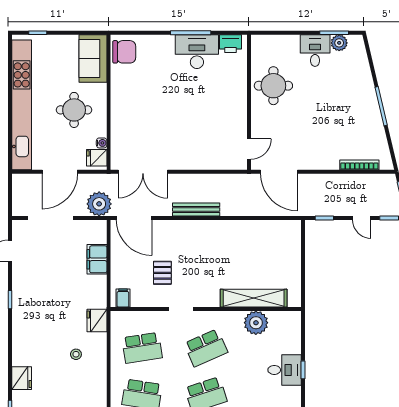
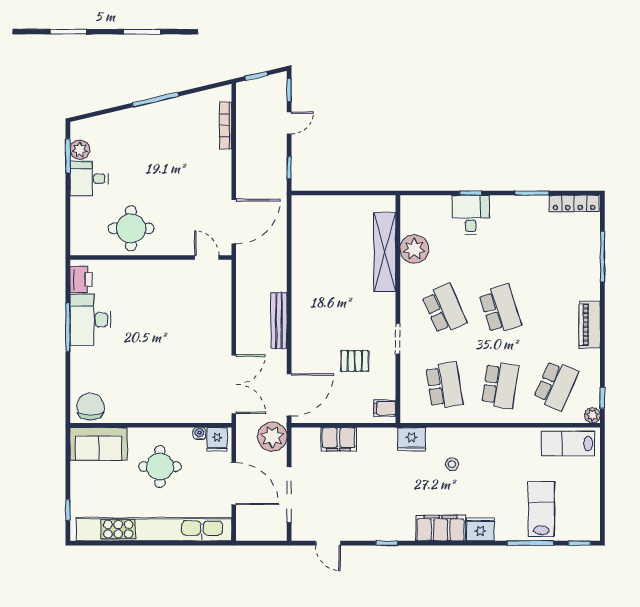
filing cabinet: (23, 345) -> (441, 528), added

